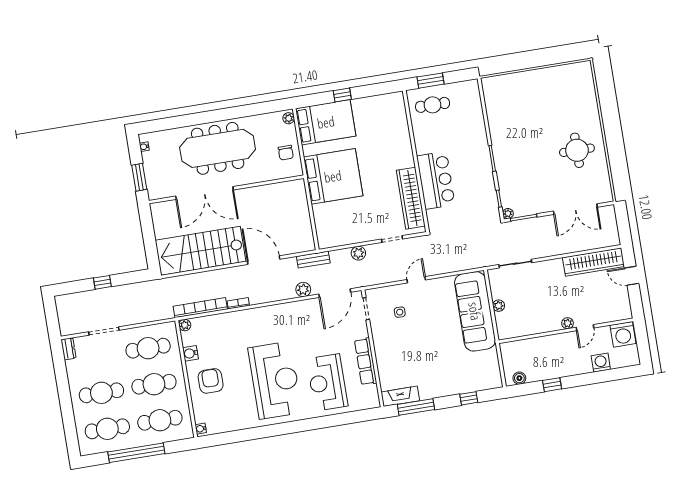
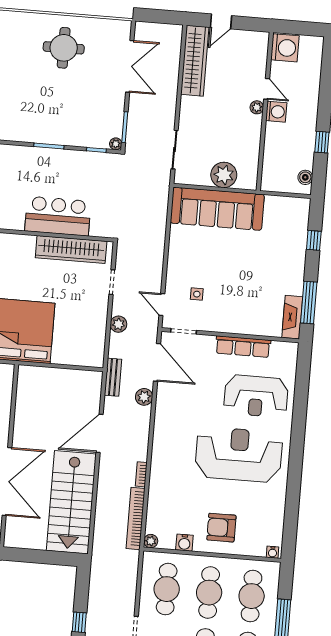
door: (416, 280) -> (162, 304), moved
plant: (499, 306) -> (224, 175), width x1.87, depth x1.87
washing machine: (601, 363) -> (276, 112), moved, turned 180

